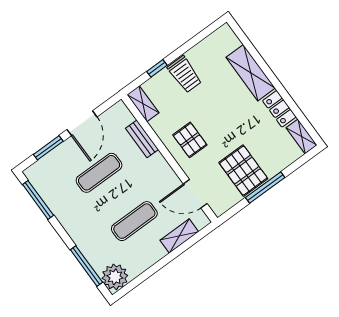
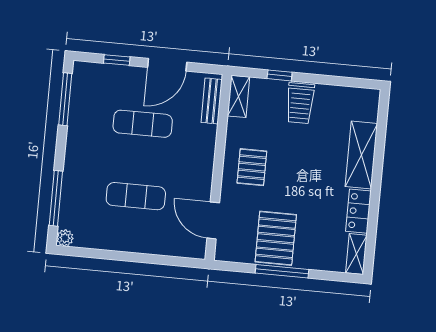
bench: (142, 139) -> (212, 101), moved
window: (48, 148) -> (117, 60), width x0.67
shelving: (179, 236) -> (165, 246), removed
plant: (115, 277) -> (65, 238), width x0.53, depth x0.53

